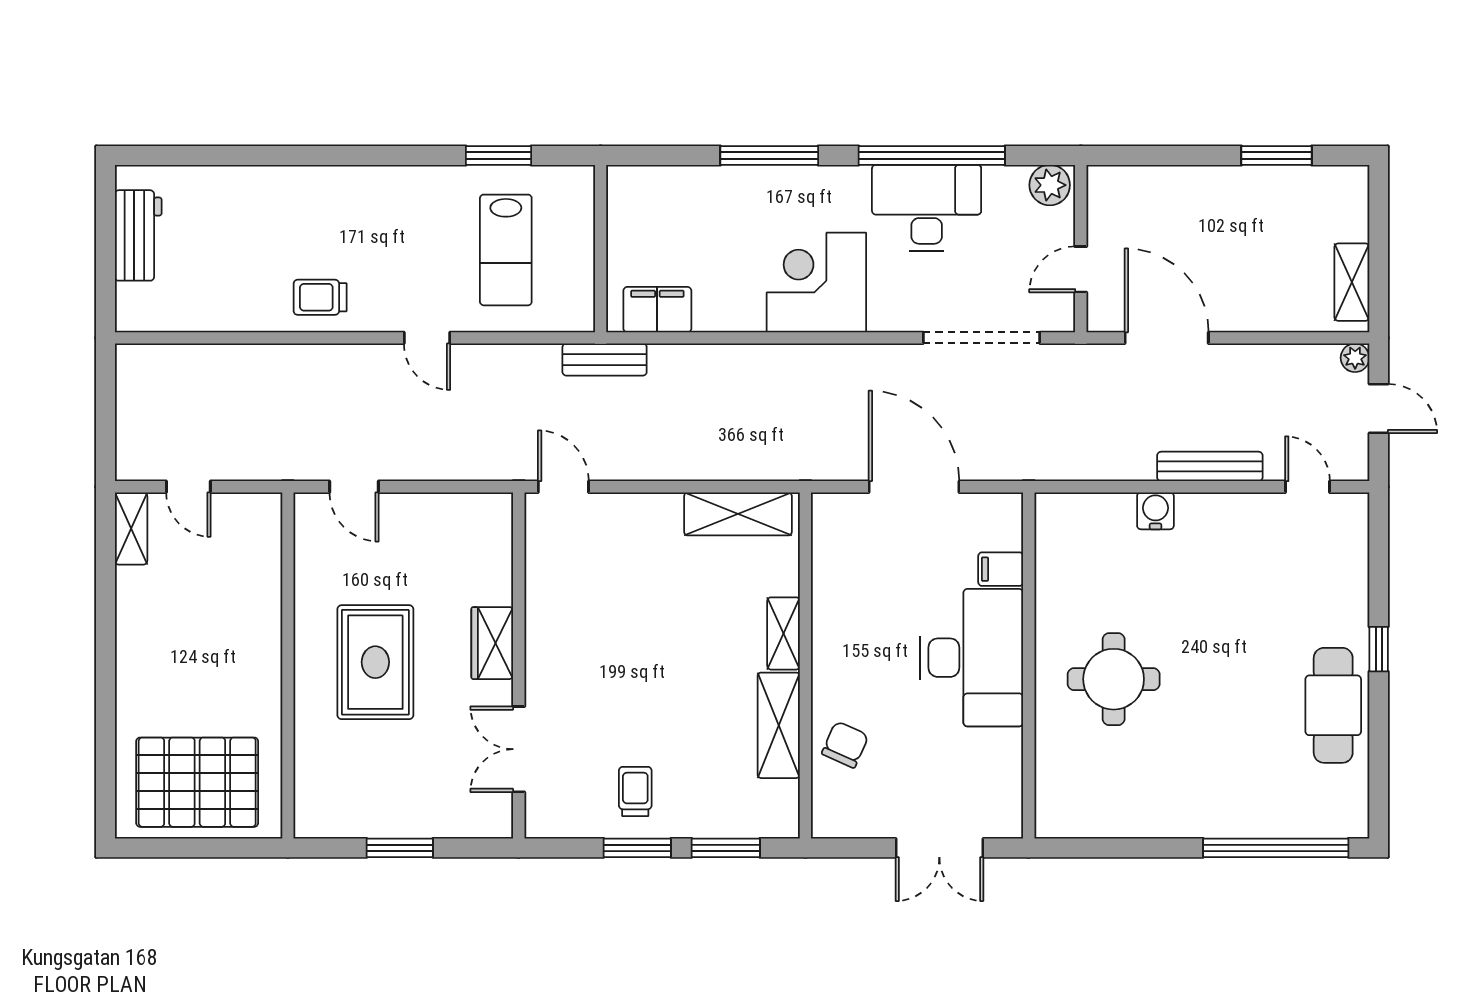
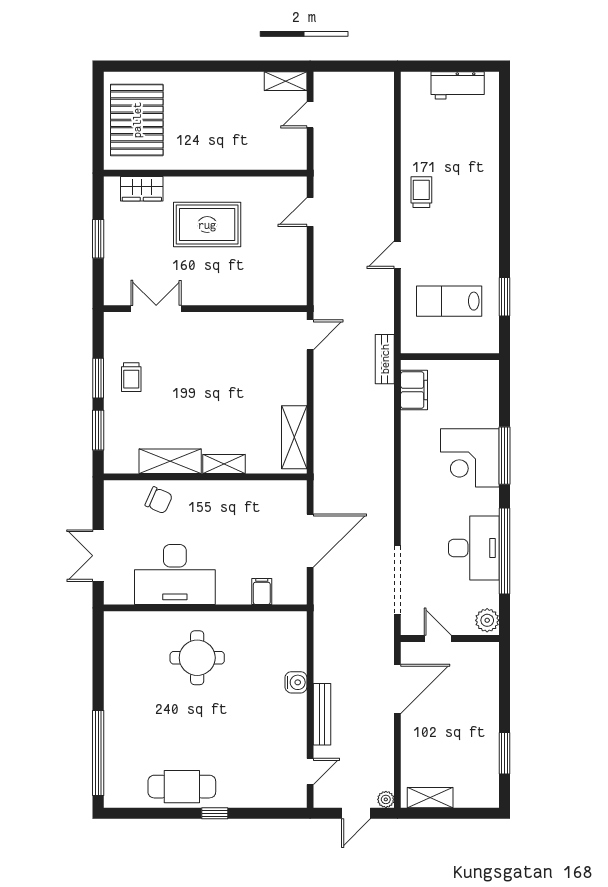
corner desk: (816, 283) -> (470, 458), moved, turned 180
wardrobe: (492, 643) -> (142, 189), moved, turned 180
desk: (972, 658) -> (175, 574), moved
trolley: (635, 791) -> (131, 377), turned 90

